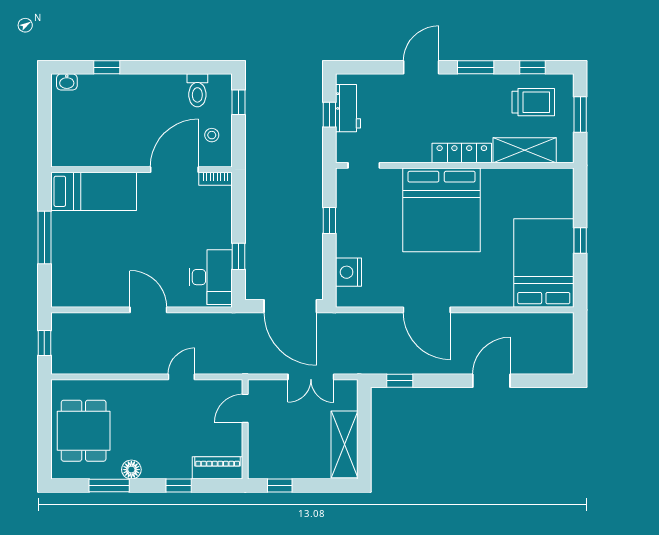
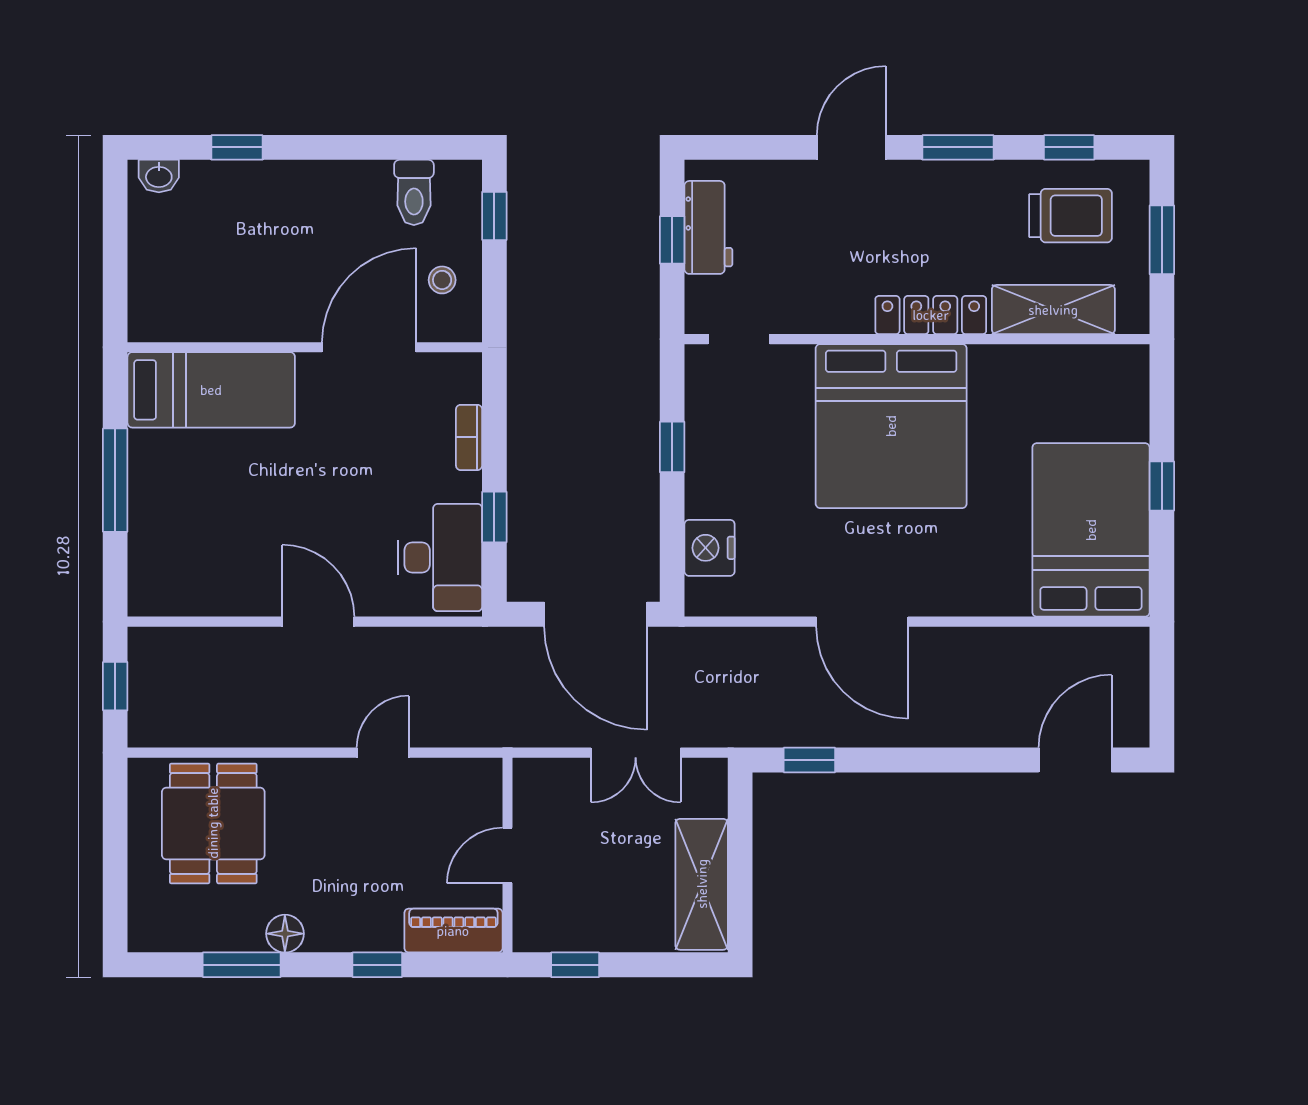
bookcase: (216, 179) -> (469, 437), moved, turned 90
door: (491, 381) -> (1075, 760), moved
door: (245, 408) -> (507, 855), moved
dining table: (84, 431) -> (213, 823), moved

